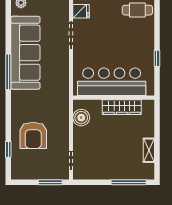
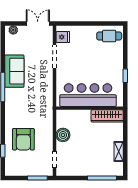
sofa: (25, 53) -> (14, 71), width x0.54, depth x0.79
wardrobe: (122, 107) -> (107, 116), moved
boiler: (81, 118) -> (63, 135), moved

